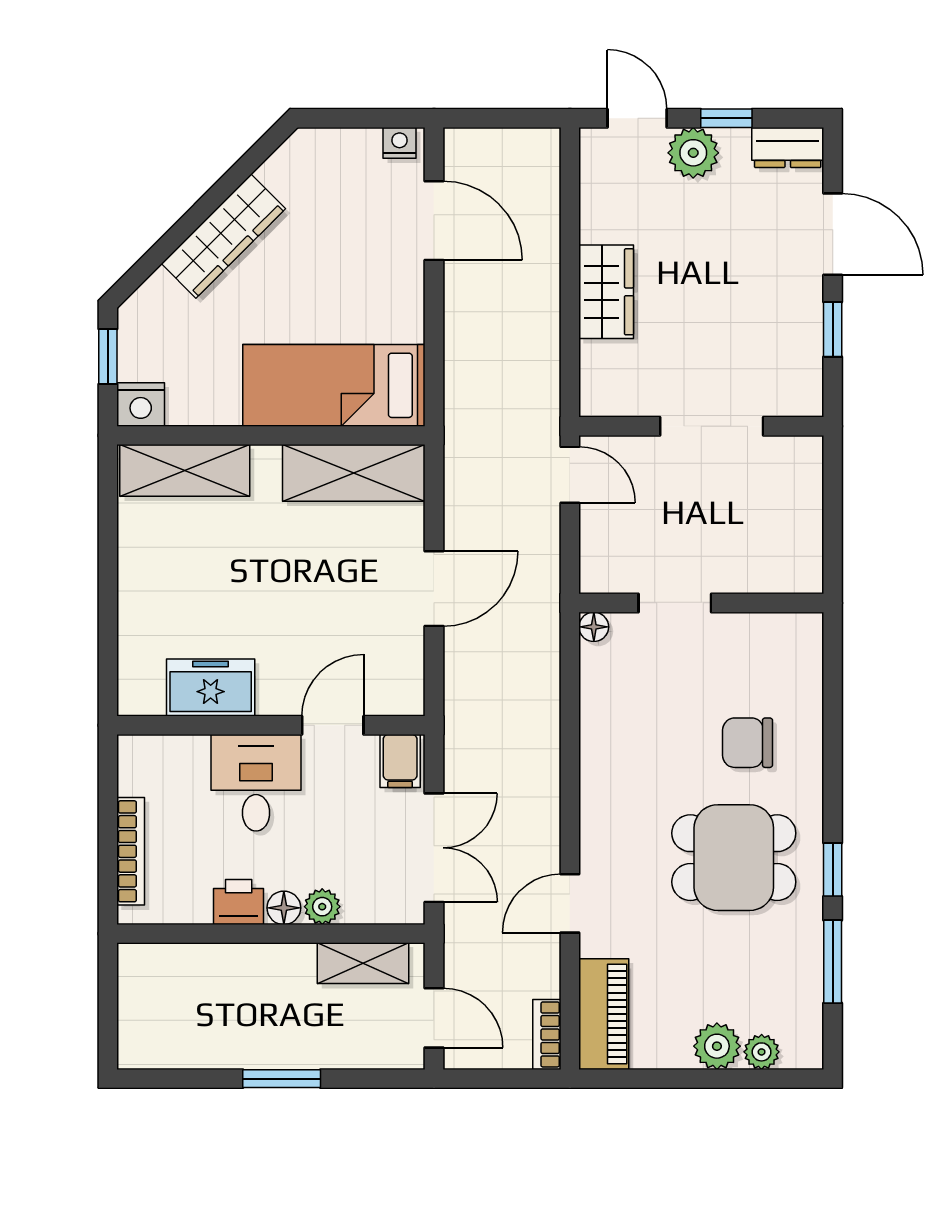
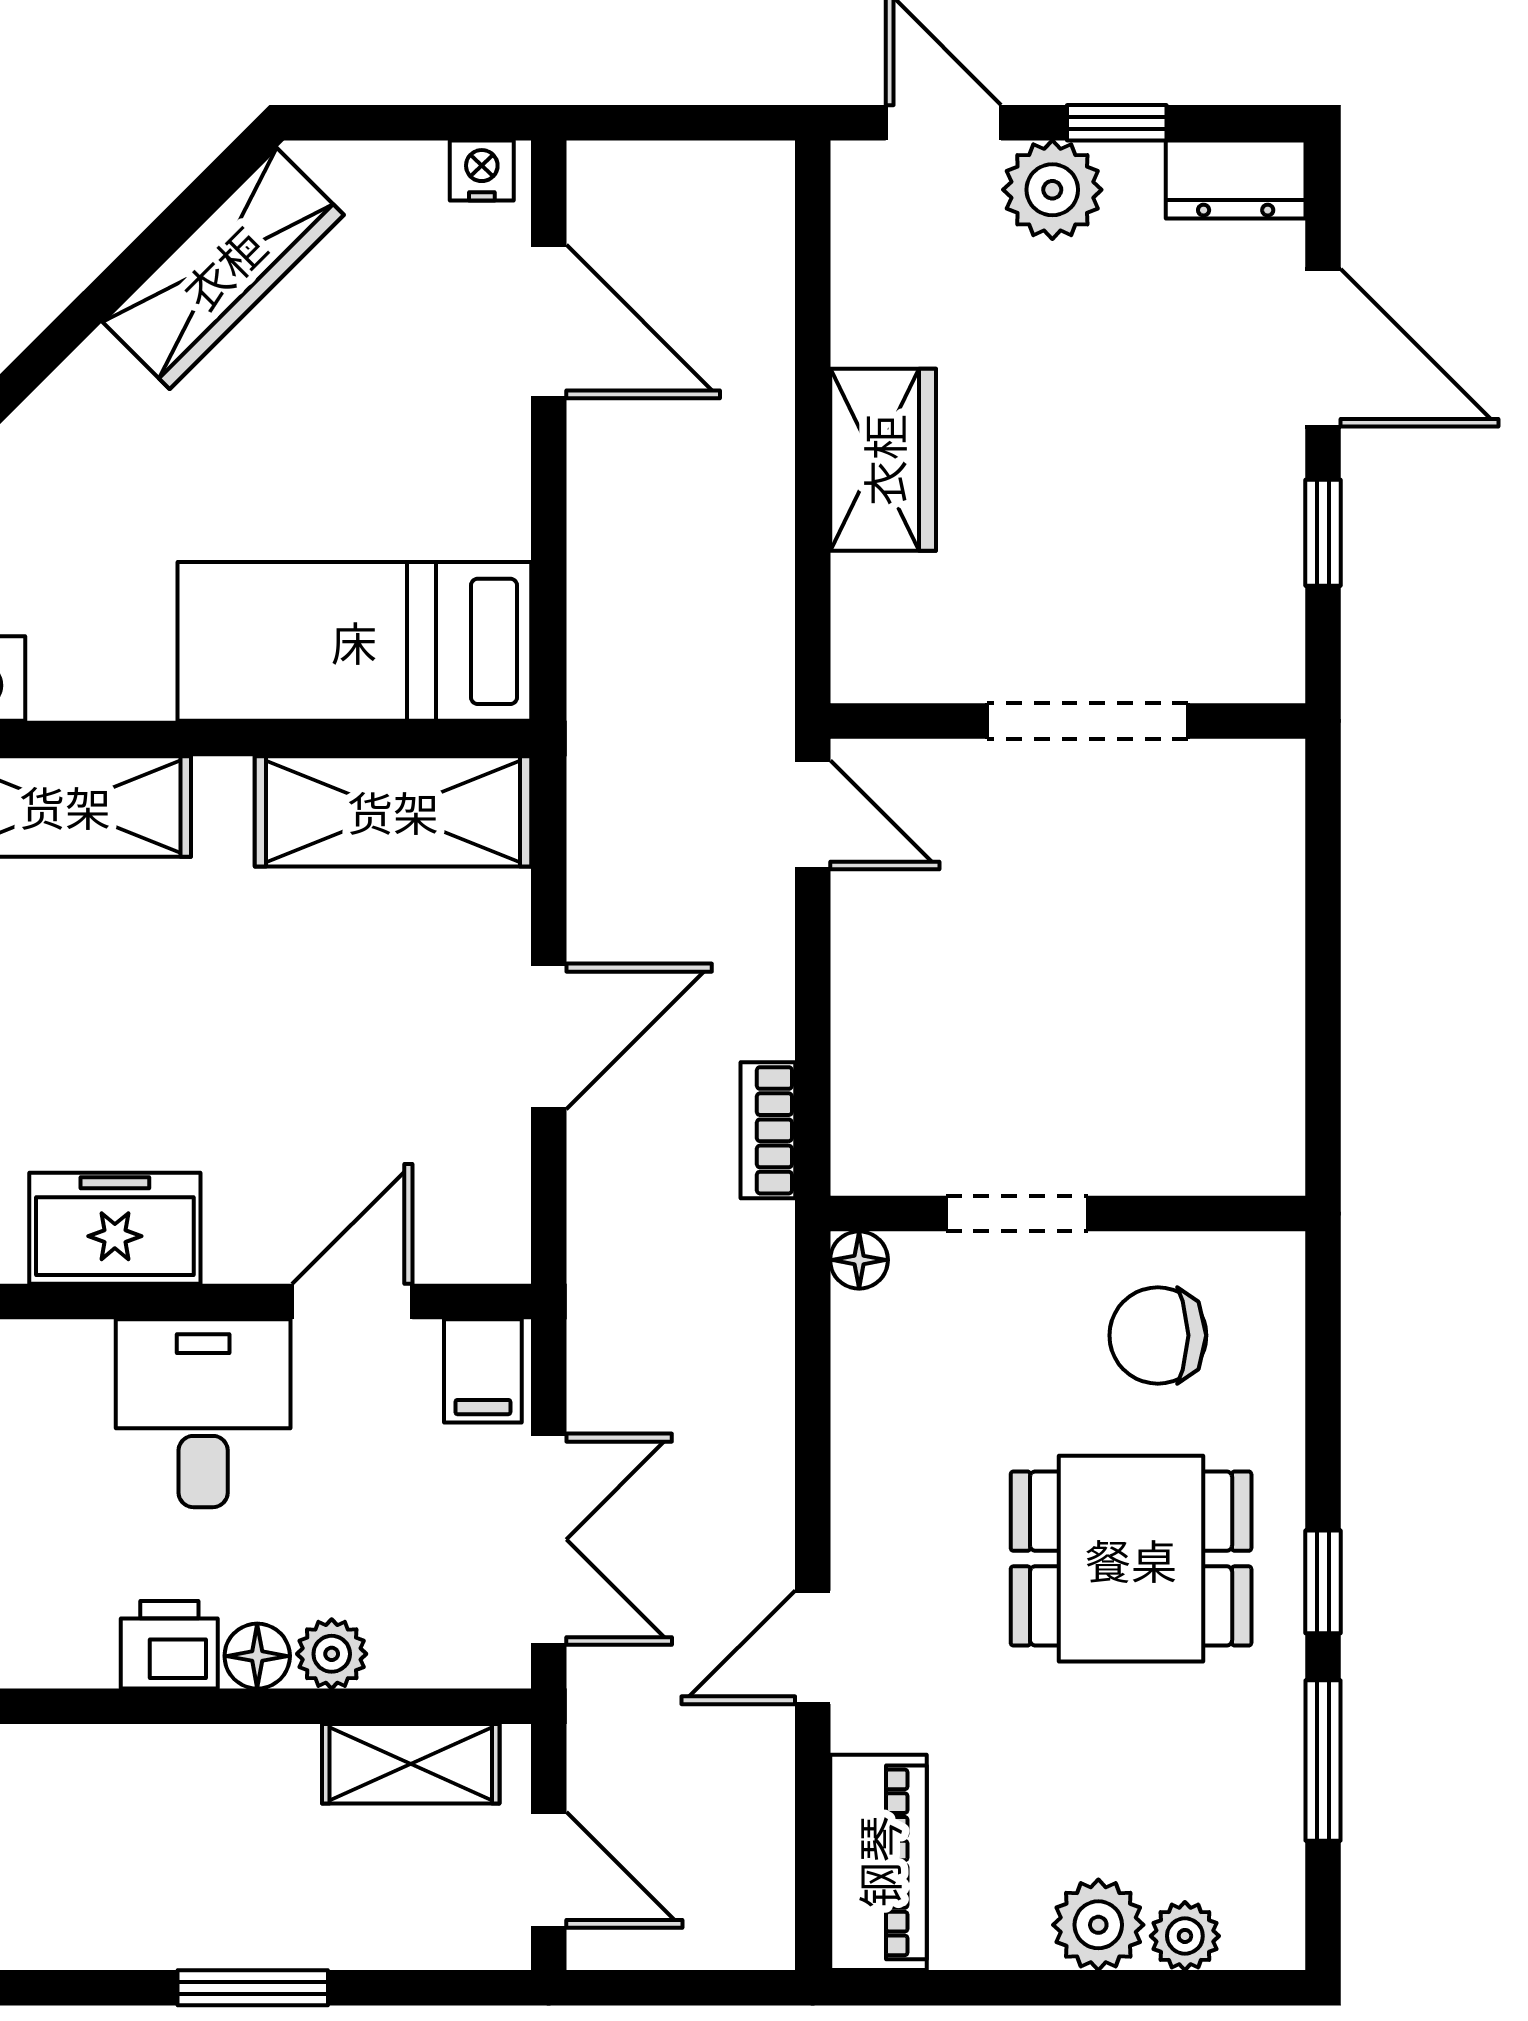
wardrobe: (223, 236) -> (223, 268), moved
doorway: (675, 603) -> (1017, 1214), moved
wall: (701, 603) -> (1068, 1214), moved
floor lamp: (594, 627) -> (859, 1260), moved
bookcase: (547, 1034) -> (768, 1130), moved

